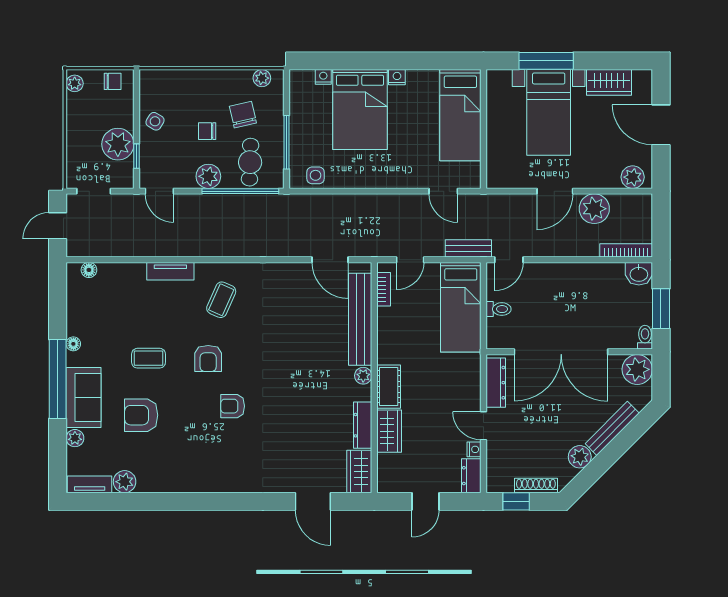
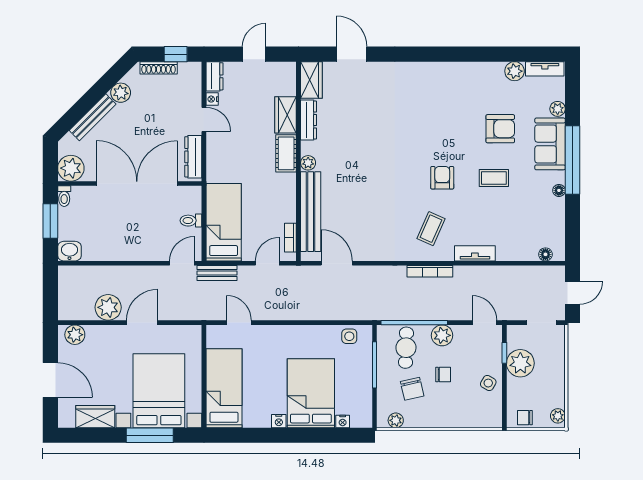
bed with nightstands: (549, 112) -> (159, 391), width x1.36
bookcase: (626, 250) -> (430, 271), moved
armchair: (233, 406) -> (421, 137), removed

